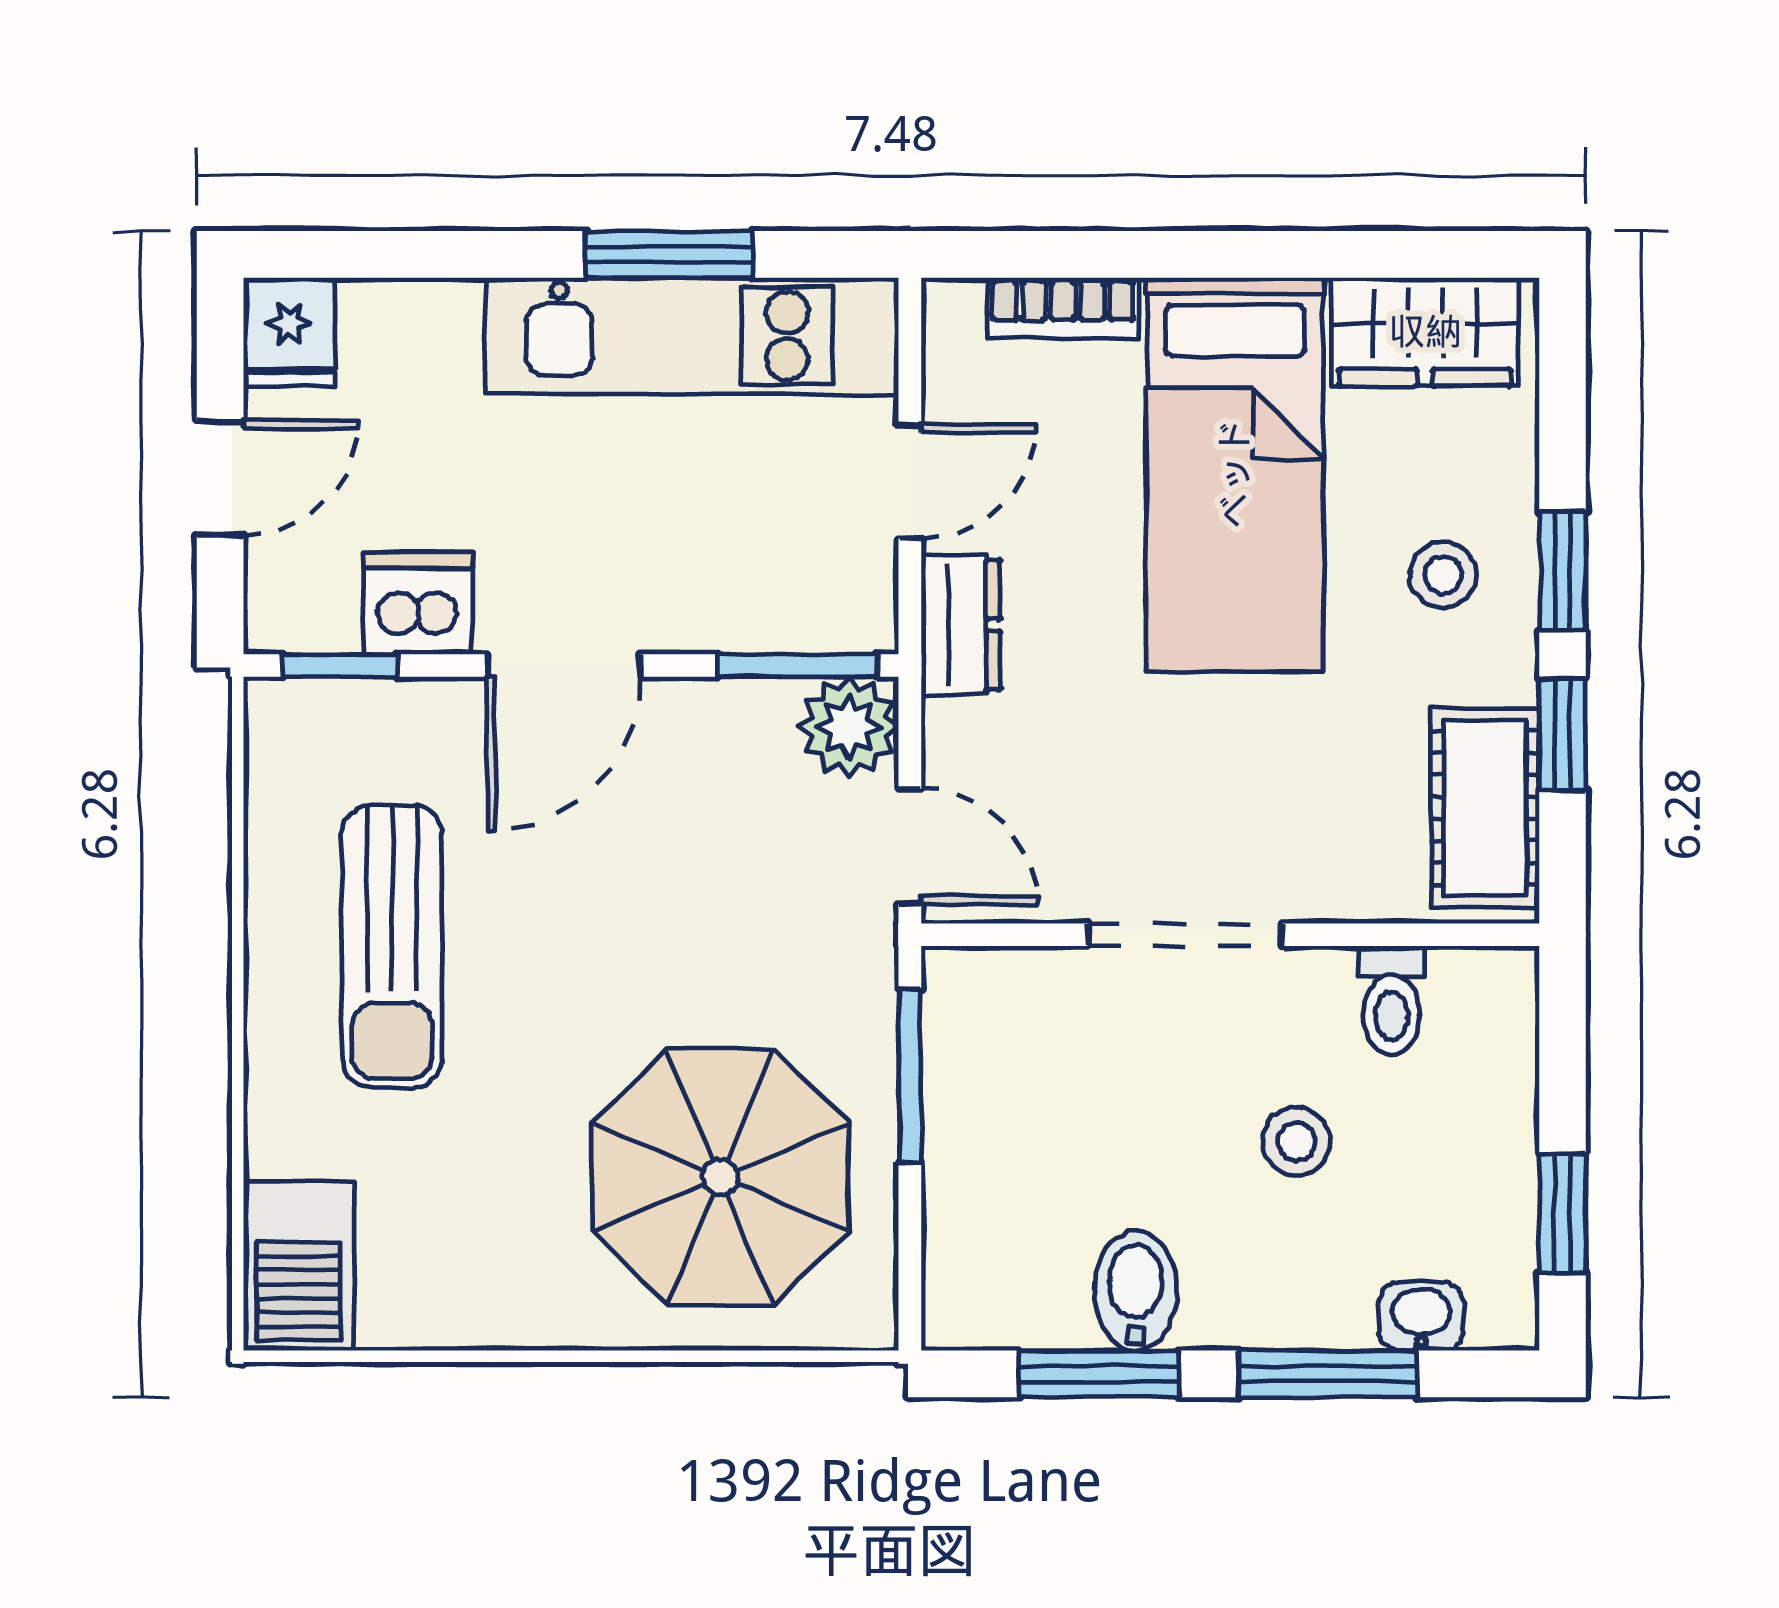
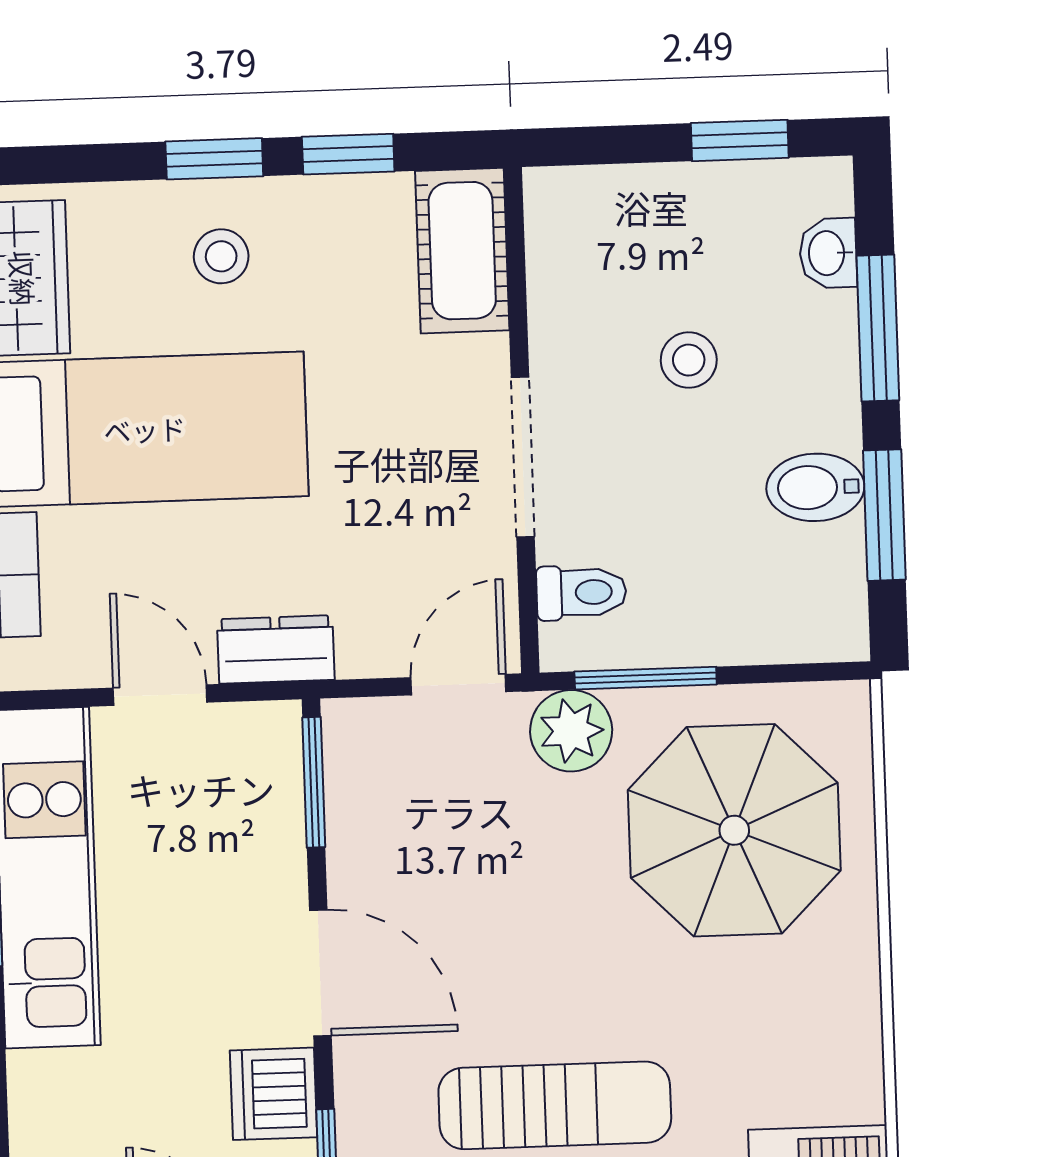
plant: (849, 727) -> (571, 731), moved
cot: (1485, 808) -> (462, 251), moved, turned 90
toilet: (1392, 1000) -> (581, 592), moved

